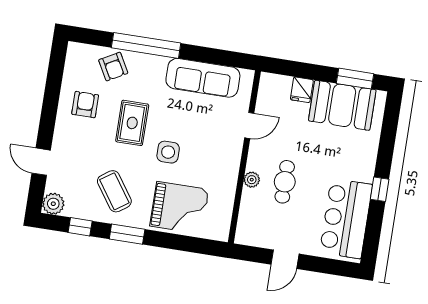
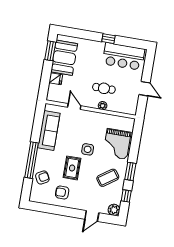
rug: (132, 123) -> (72, 168), turned 90
grand piano: (179, 208) -> (117, 144), turned 180

